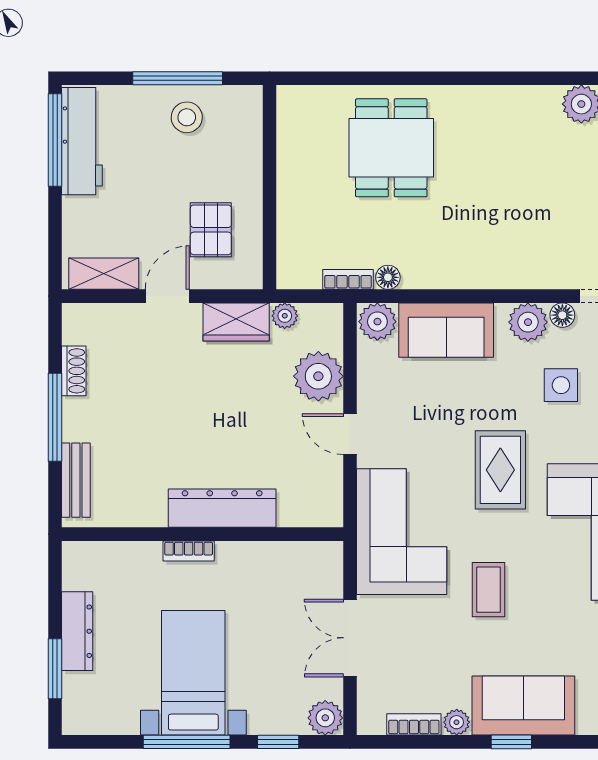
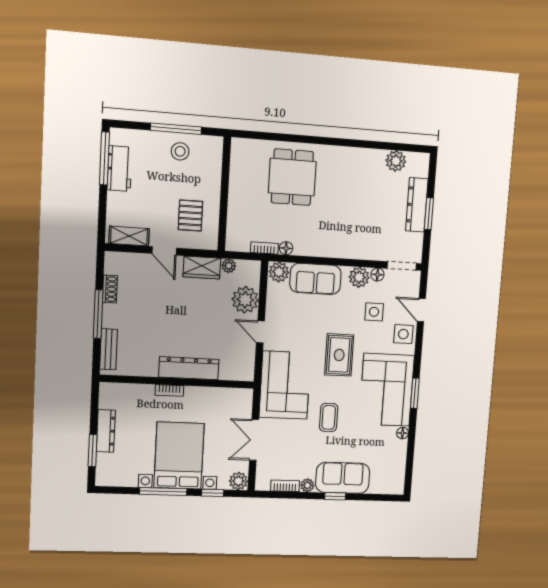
workbench: (82, 141) -> (120, 169), width x0.73
door: (167, 296) -> (164, 251), swing flipped
bed with nightstands: (193, 673) -> (179, 456), width x1.36

